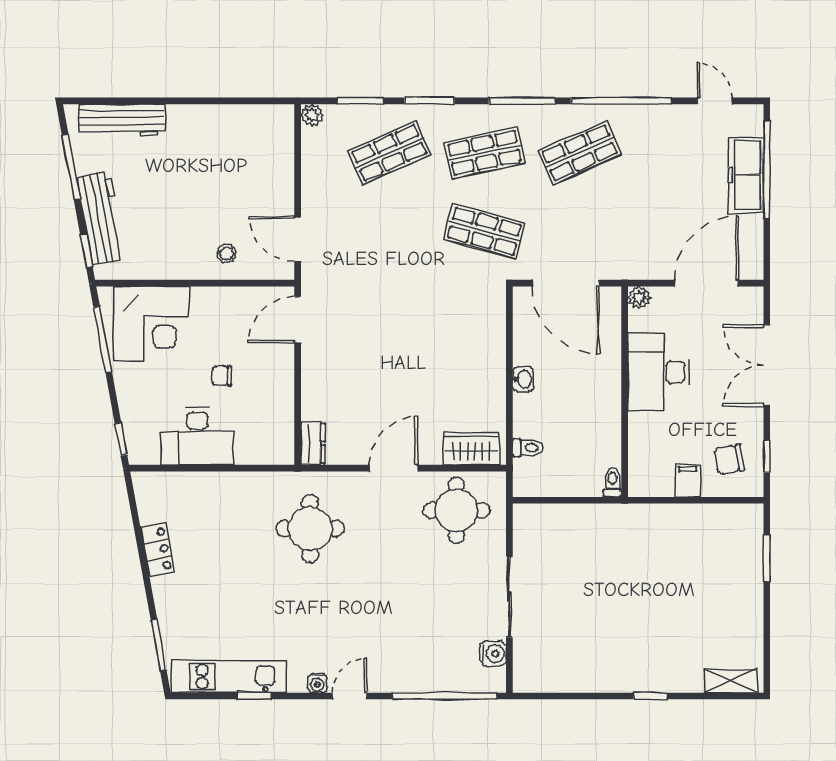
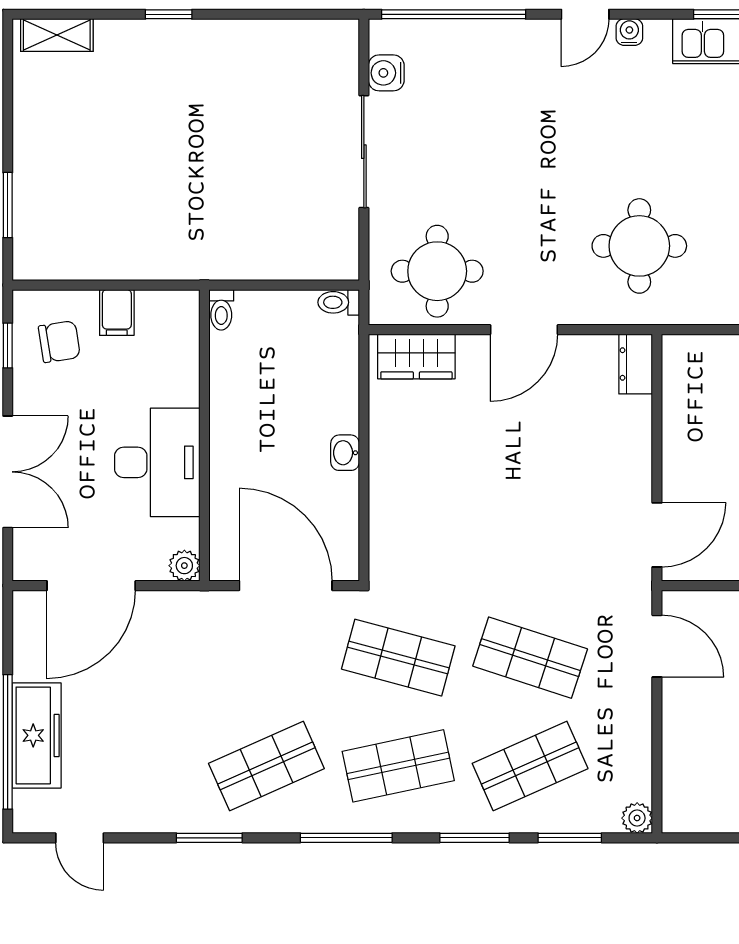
window: (621, 101) -> (209, 838), width x0.47
shop shelf: (389, 231) -> (530, 658), added
toilet: (528, 448) -> (339, 302), moved

